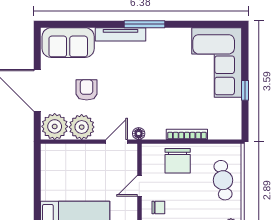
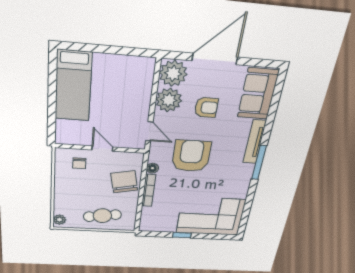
armchair: (142, 96) -> (191, 156), added
floor lamp: (139, 134) -> (152, 168), moved
chair: (178, 161) -> (124, 182), turned 78

